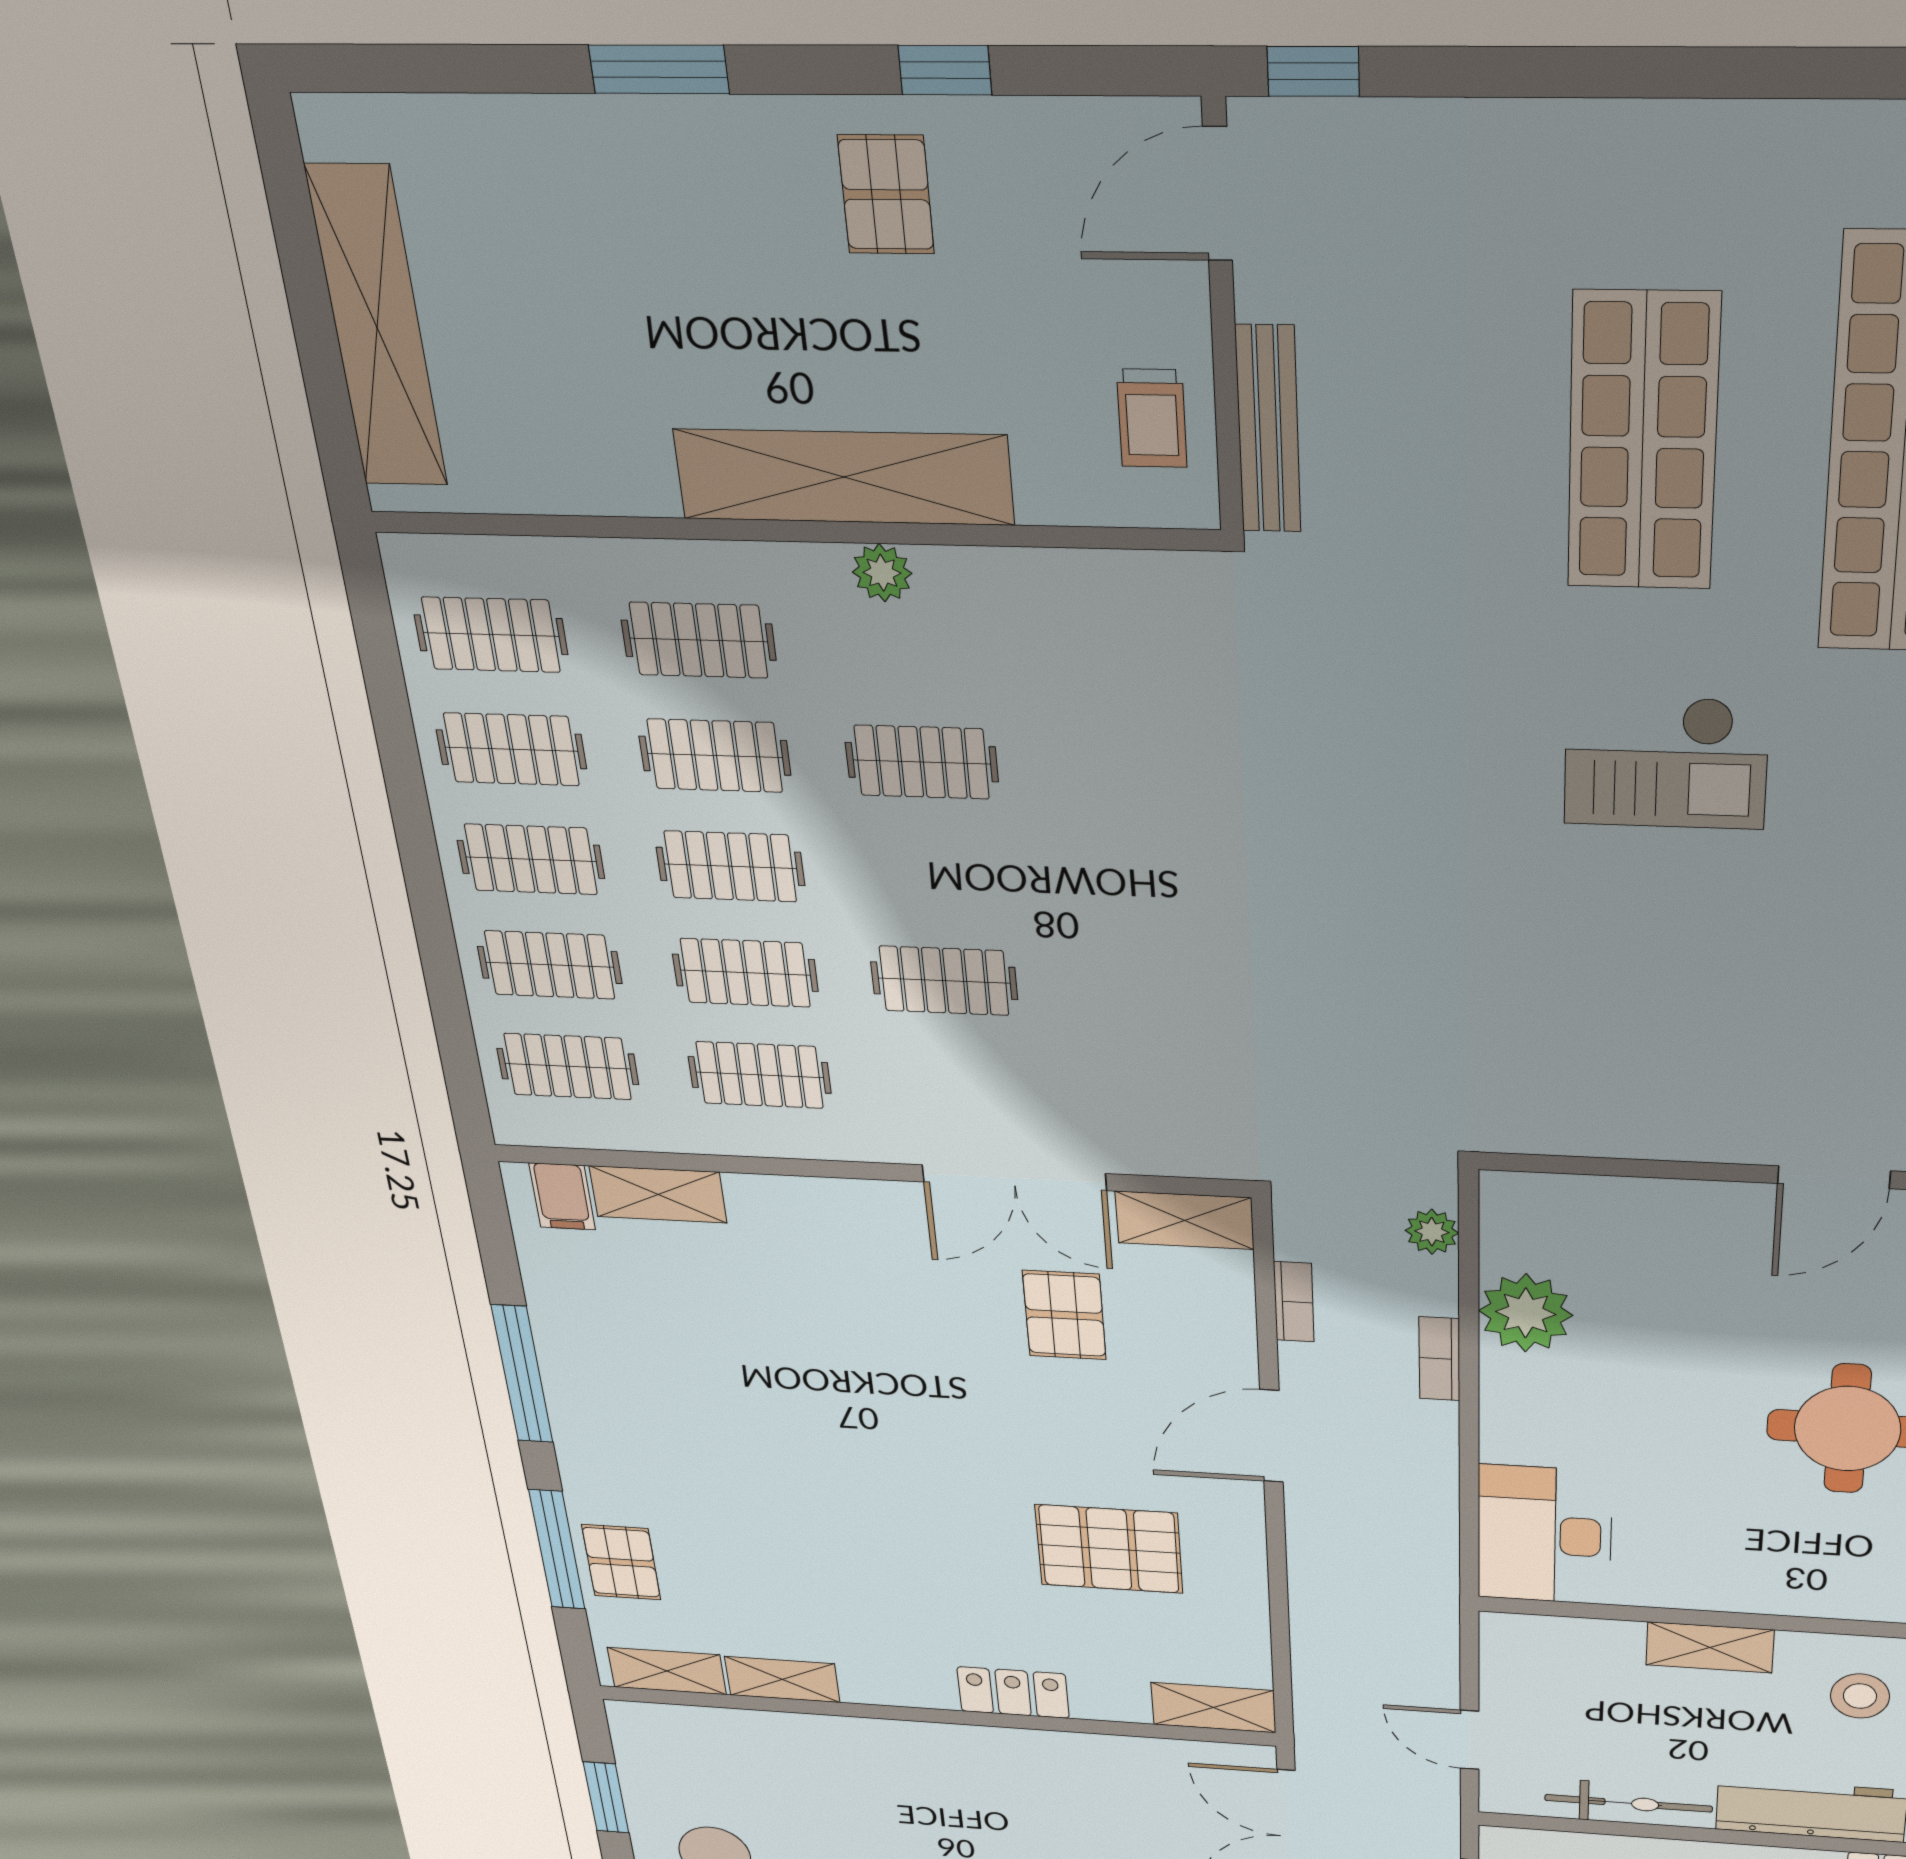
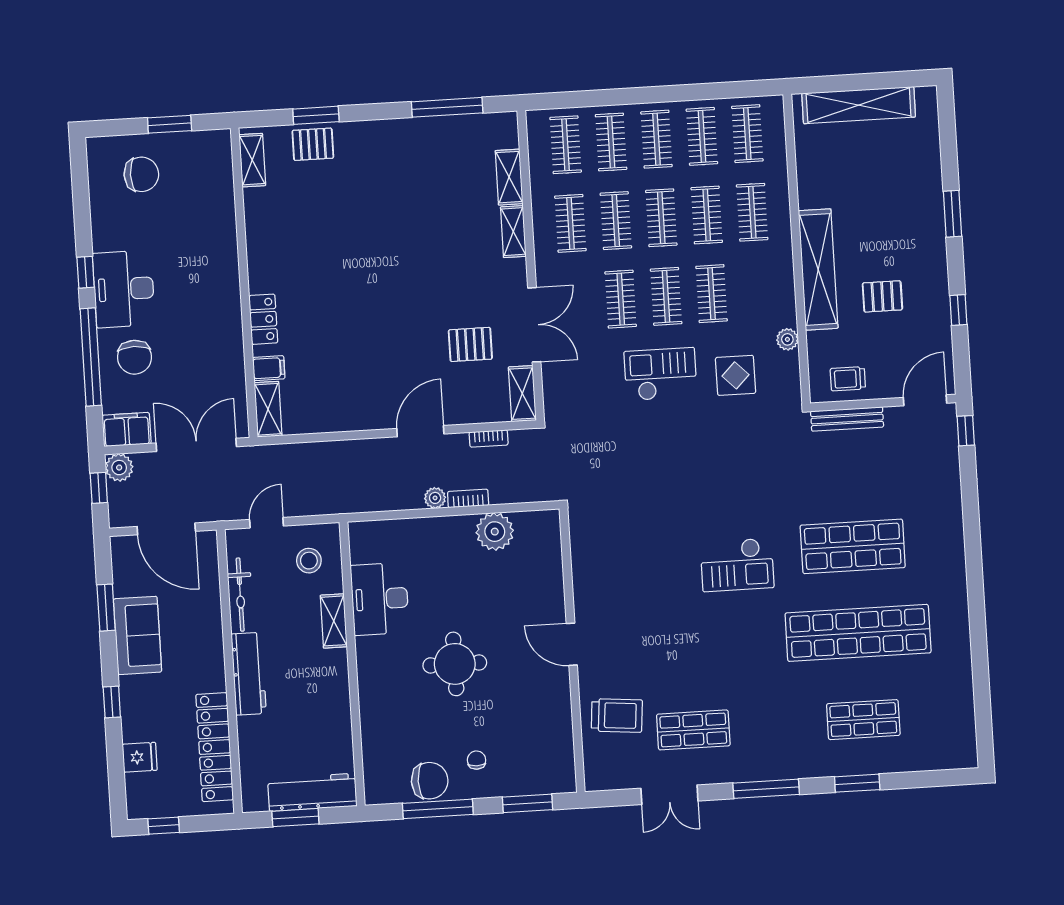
door: (1218, 194) -> (925, 400), hinge flipped
pallet: (886, 195) -> (882, 296), moved
plant: (882, 573) -> (787, 339), moved
display table: (1141, 721) -> (736, 375), added
checkout: (1666, 762) -> (737, 565), turned -90
clothes rail: (933, 874) -> (666, 296), added
checkout: (1137, 906) -> (661, 374), added
double door: (1014, 1178) -> (534, 325), swing flipped
filing cabinet: (562, 1196) -> (269, 368), moved, turned 180
plant: (1432, 1232) -> (435, 498), moved
window: (522, 1374) -> (447, 107), moved
door: (1271, 1436) -> (420, 431), hinge flipped
desk: (1544, 1535) -> (380, 599), moved, turned -90
pallet: (1109, 1549) -> (351, 363), removed
window: (557, 1550) -> (316, 115), width x0.69
shelving: (782, 1679) -> (513, 232), moved
stool: (1860, 1696) -> (309, 561), moved

